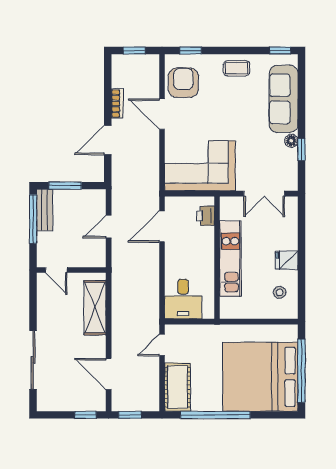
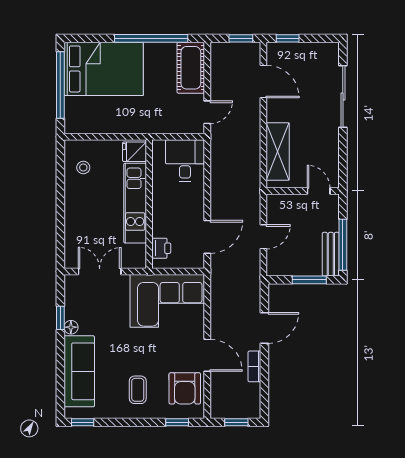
coffee table: (236, 68) -> (138, 390), moved, turned 90
fridge: (287, 260) -> (135, 152), moved, turned 180
bed: (260, 377) -> (104, 69), width x0.73

